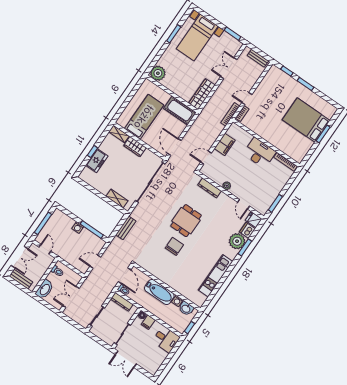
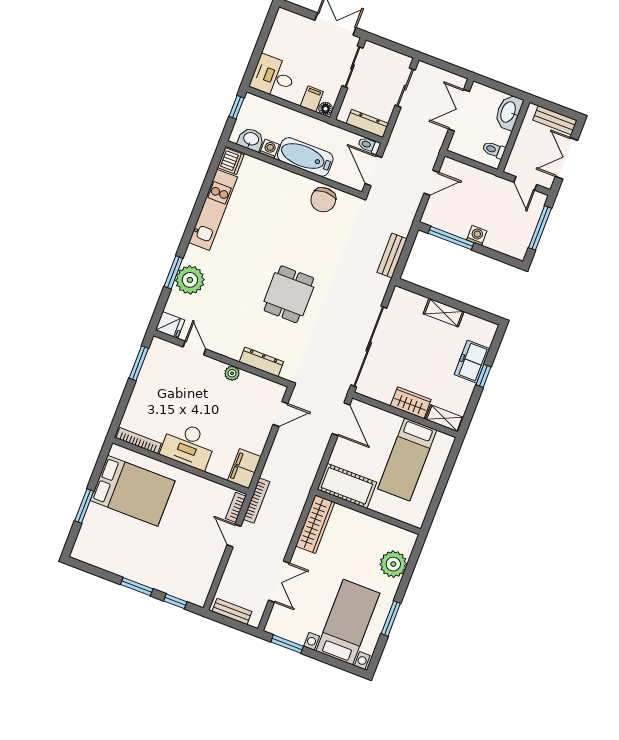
plant: (158, 73) -> (393, 564), moved
door: (247, 99) -> (234, 536), swing flipped
bed: (306, 120) -> (133, 491), moved
filing cabinet: (225, 144) -> (244, 469), moved
shelving: (117, 199) -> (444, 313), moved
dishwasher: (247, 230) -> (231, 161), moved
chair: (174, 246) -> (323, 200), moved
double door: (71, 297) -> (459, 110), swing flipped

